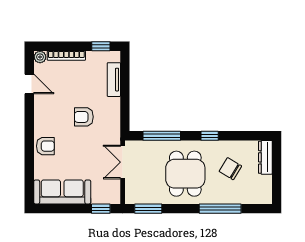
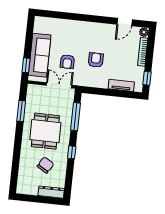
armchair: (45, 146) -> (67, 62), moved
dining table: (185, 174) -> (45, 131), turned 90
sofa: (62, 192) -> (40, 55), moved
window: (148, 209) -> (21, 111), moved
window: (220, 209) -> (17, 154), removed

